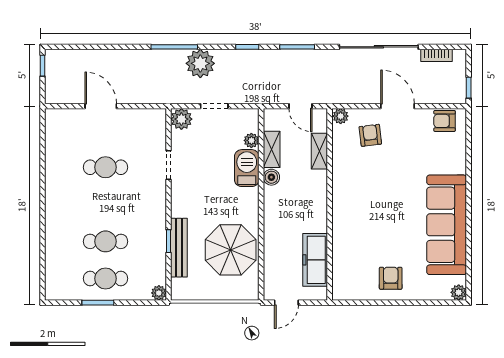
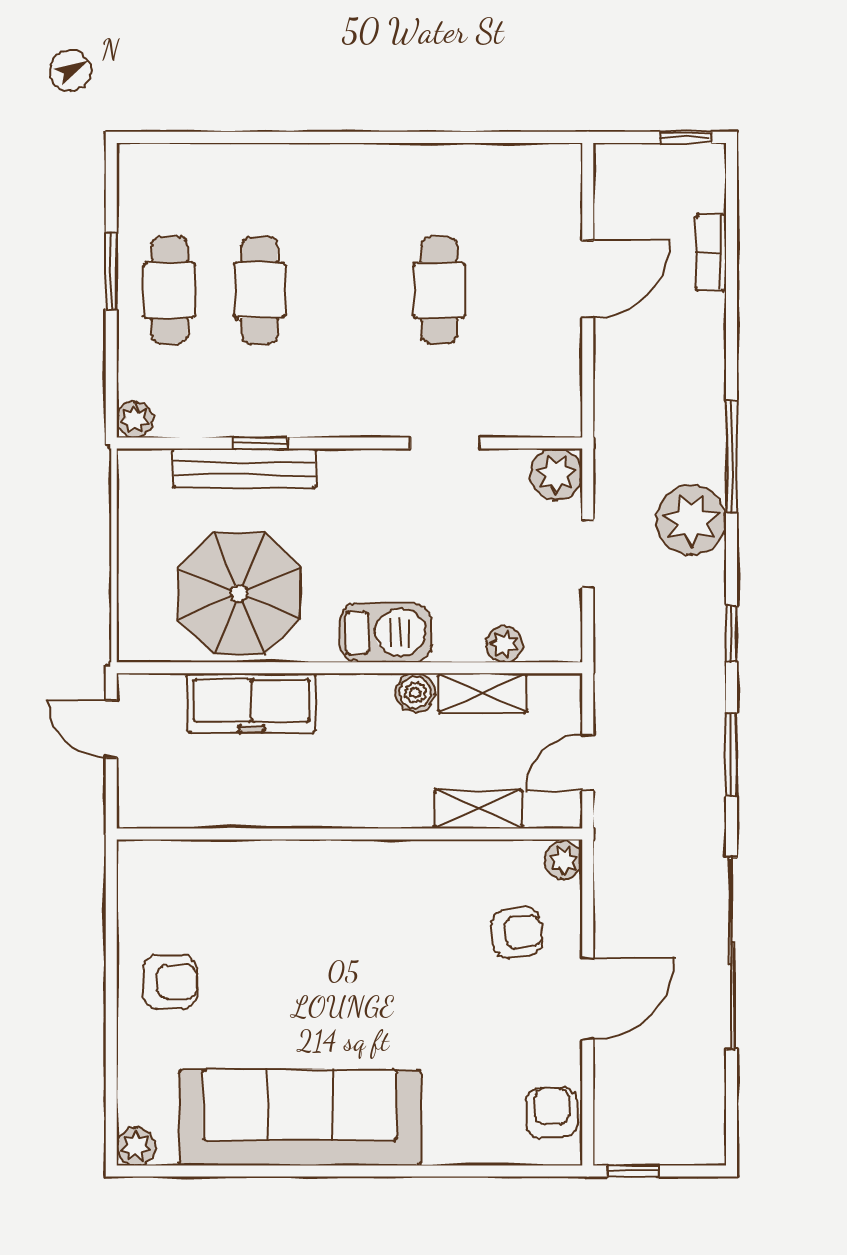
bookcase: (437, 55) -> (711, 252), moved
barbecue: (247, 168) -> (386, 633), moved
freezer: (315, 260) -> (251, 703), moved, turned 180

